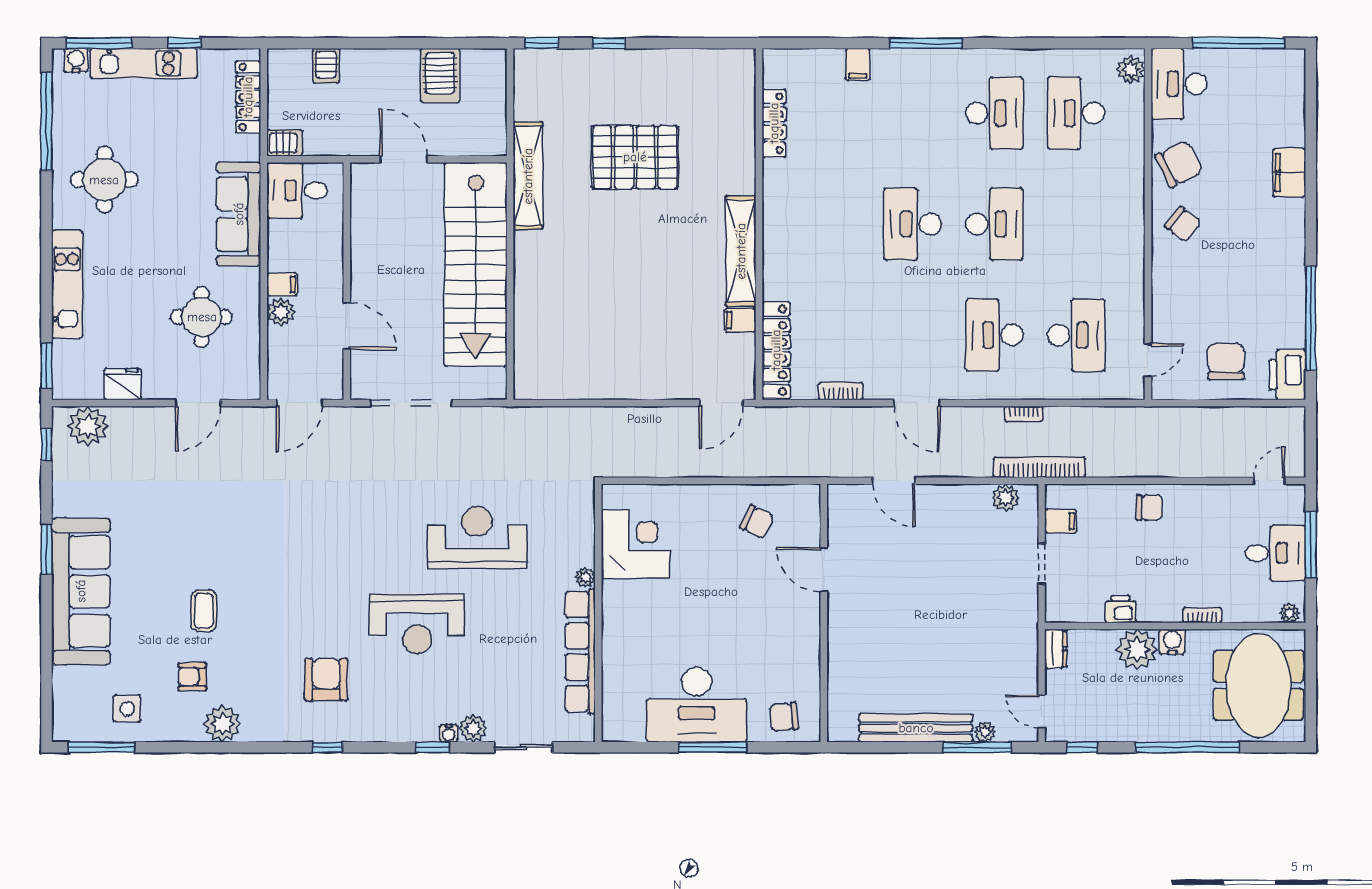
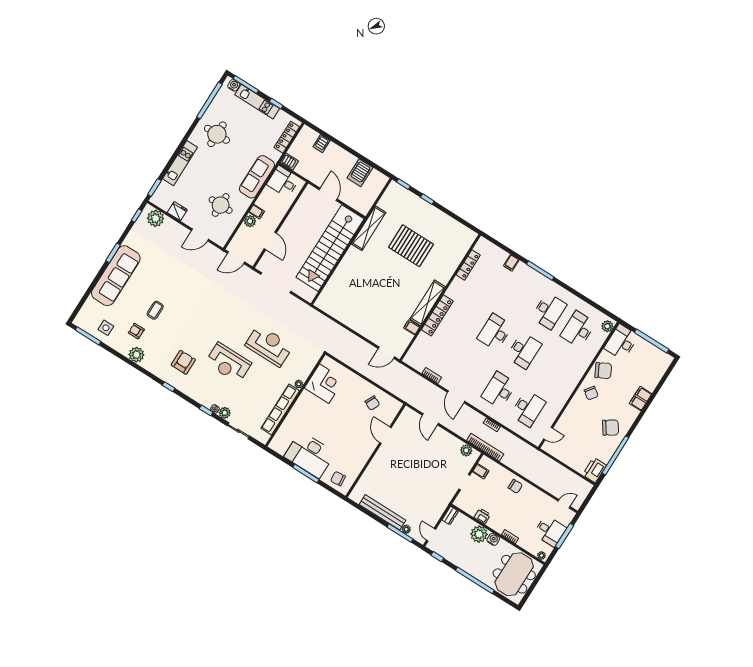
locker: (776, 350) -> (437, 315), moved
chair: (1226, 361) -> (611, 428), moved, turned 56

